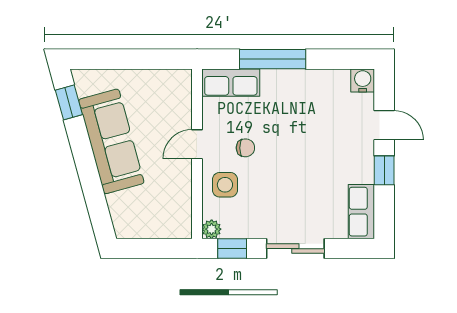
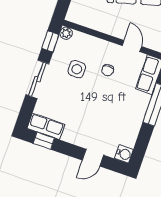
door: (197, 144) -> (132, 46), moved
window: (384, 170) -> (44, 141), moved
side table: (225, 185) -> (77, 69), moved

